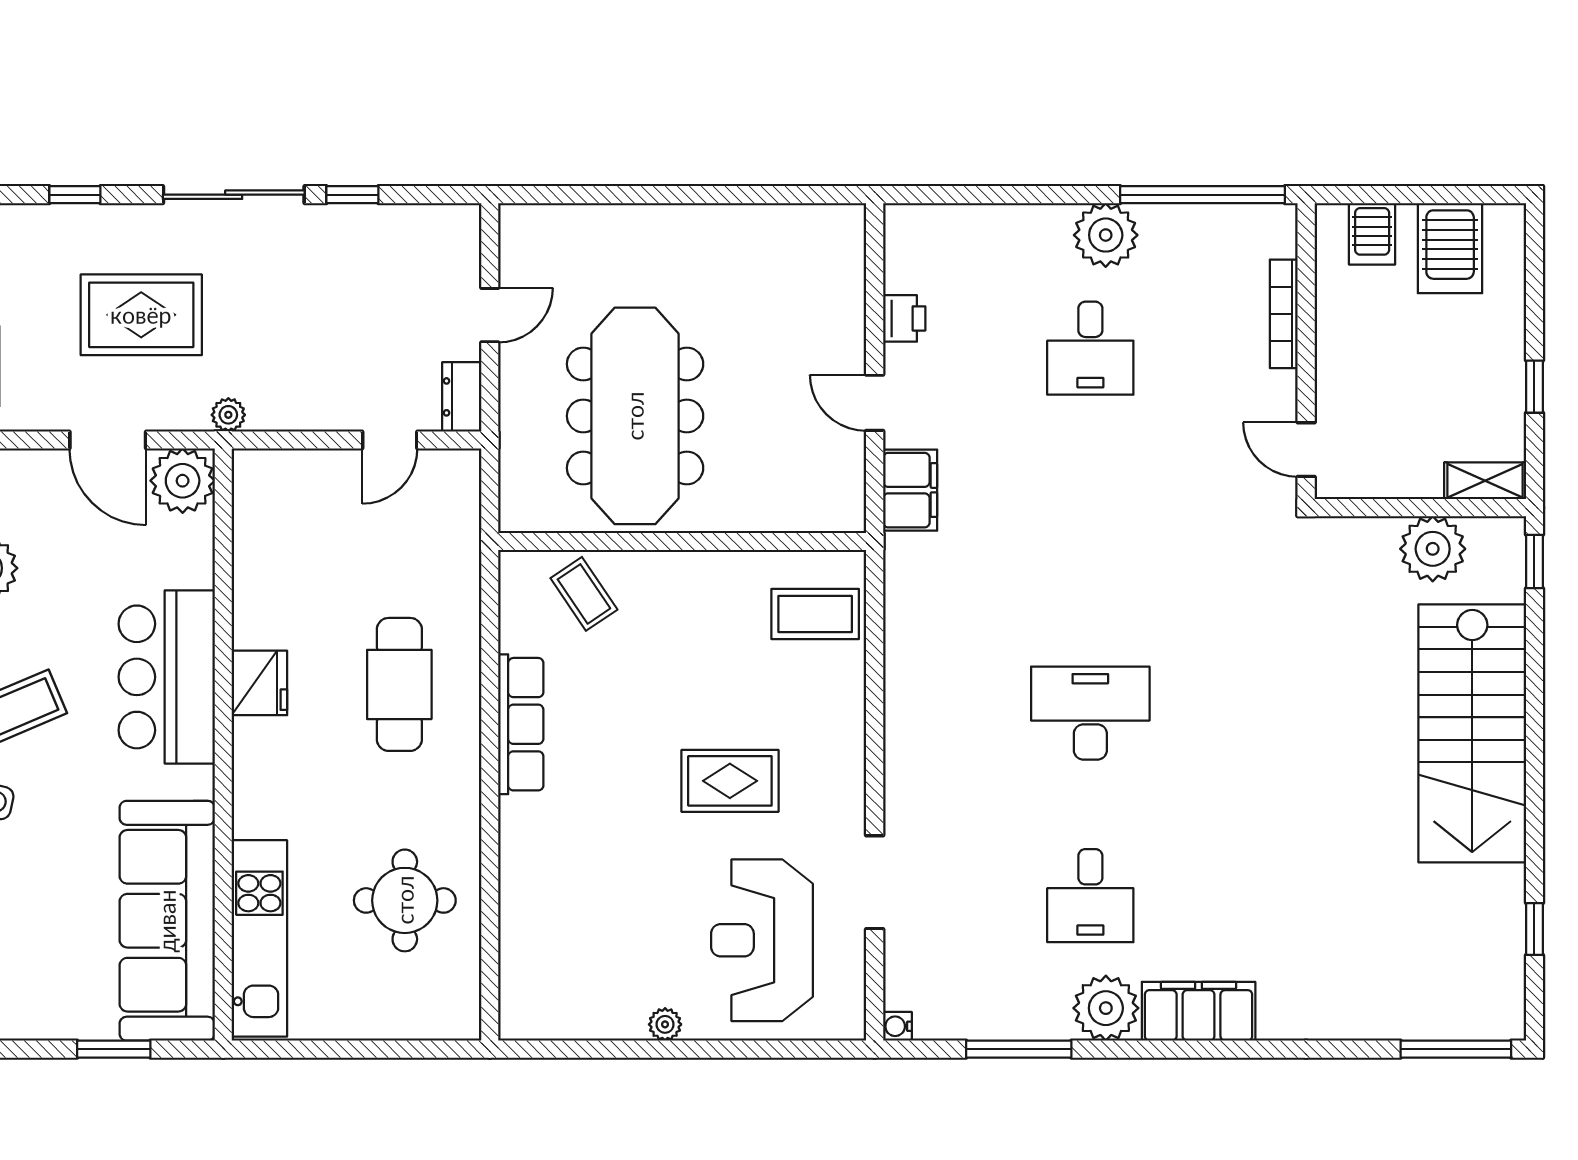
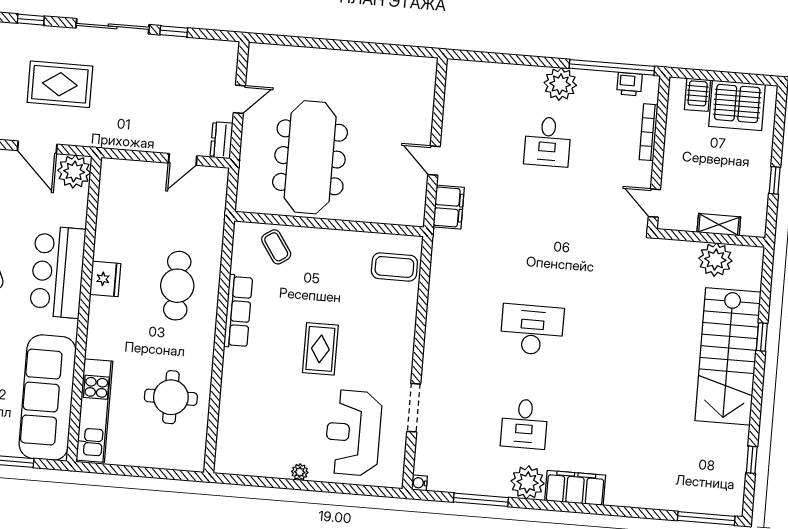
server rack: (1450, 248) -> (737, 105), width x1.60
printer: (904, 318) -> (629, 84), moved, turned 90
plant: (228, 415) -> (101, 139), removed
shelving: (1485, 481) -> (719, 225), moved
window: (1534, 562) -> (762, 337), moved
rug: (730, 781) -> (320, 349), moved, turned 90

